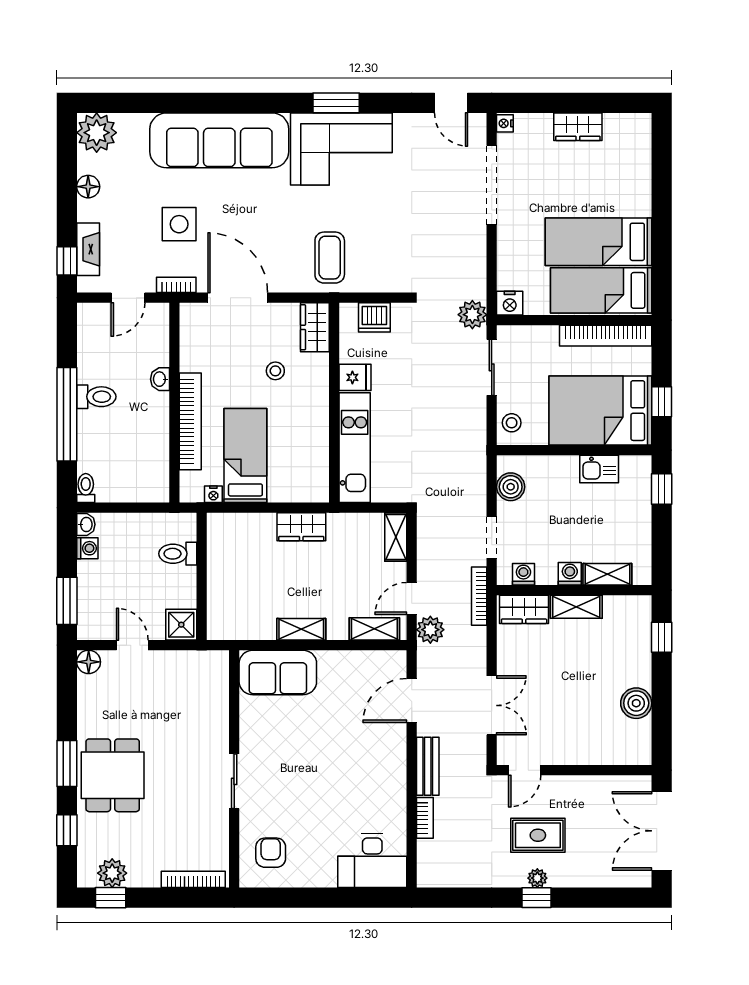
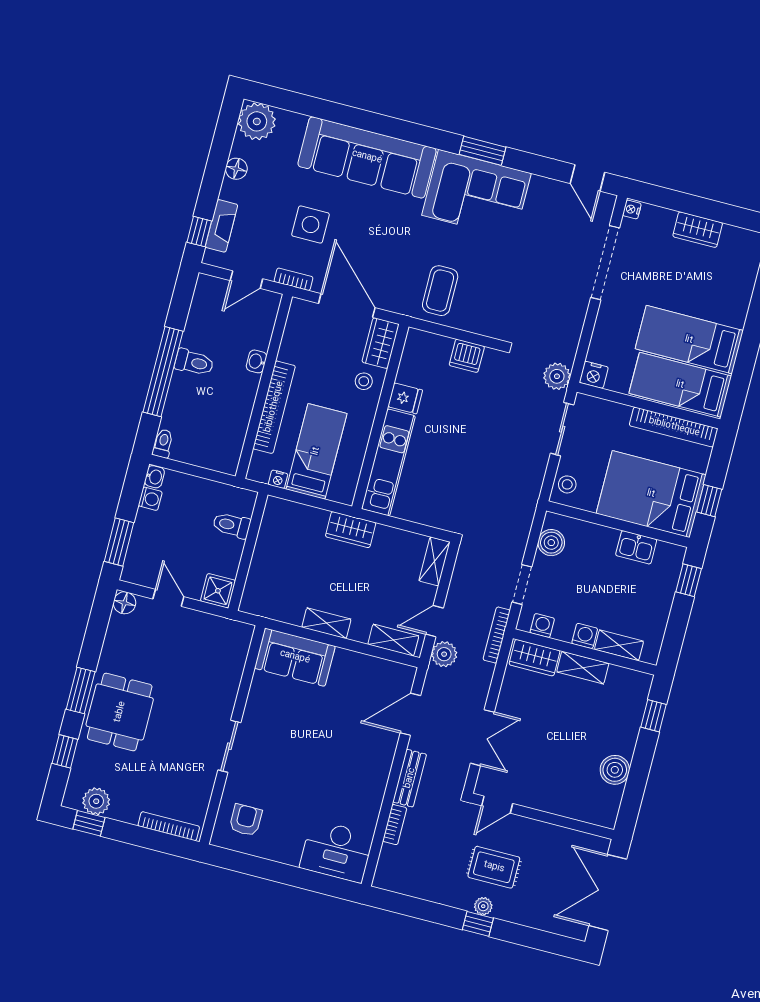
wardrobe: (315, 327) -> (381, 343), moved
fridge: (355, 377) -> (405, 398), moved
wall: (334, 403) -> (380, 416), moved
kitchen unit: (355, 448) -> (388, 462), moved

